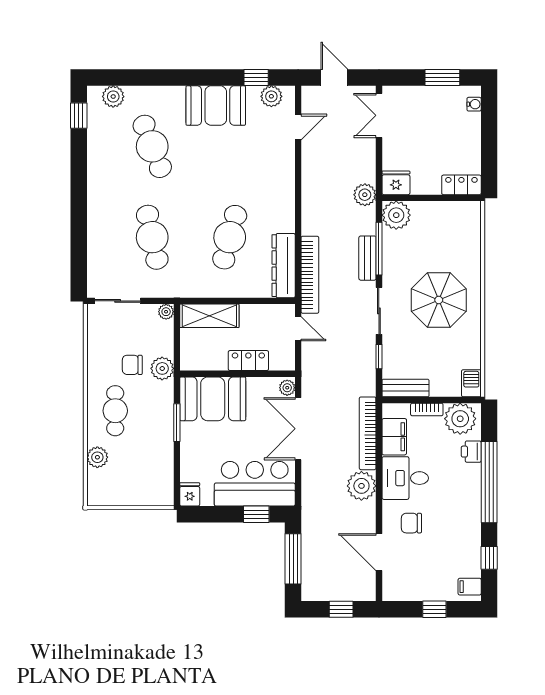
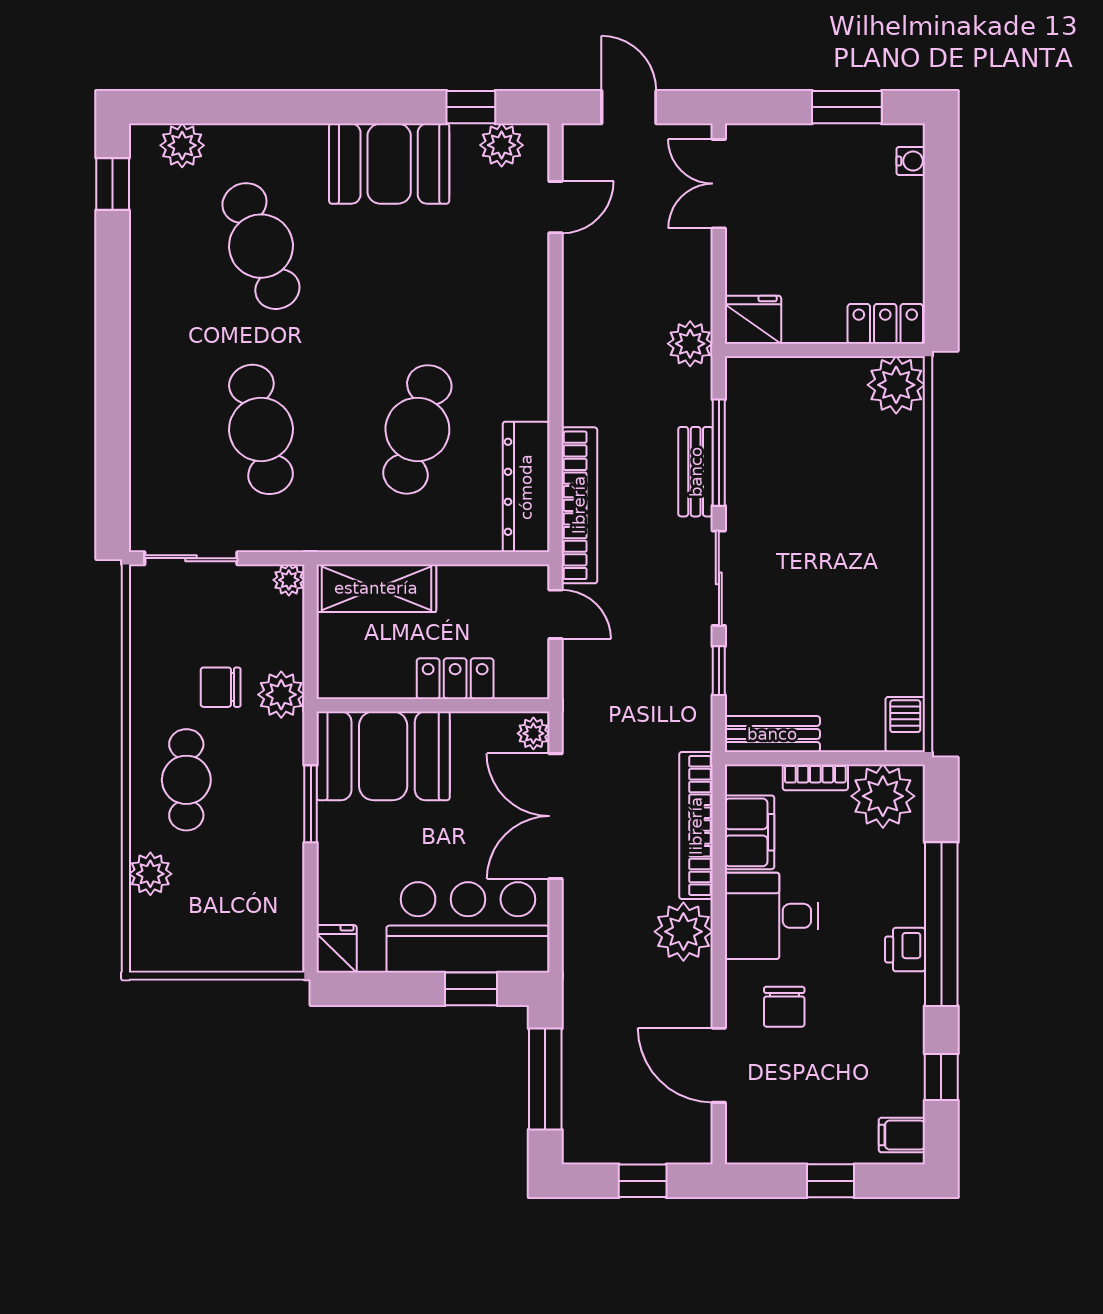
plant: (396, 215) -> (896, 385), moved
parasol: (439, 300) -> (839, 556), removed
printer: (471, 452) -> (905, 950), moved
chair: (411, 523) -> (784, 1007), turned -90

